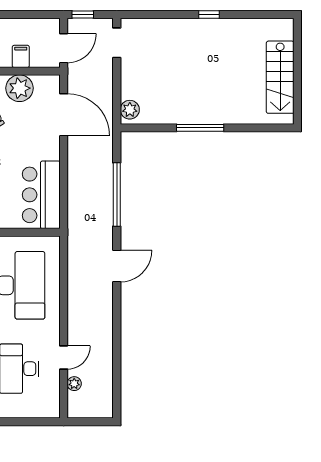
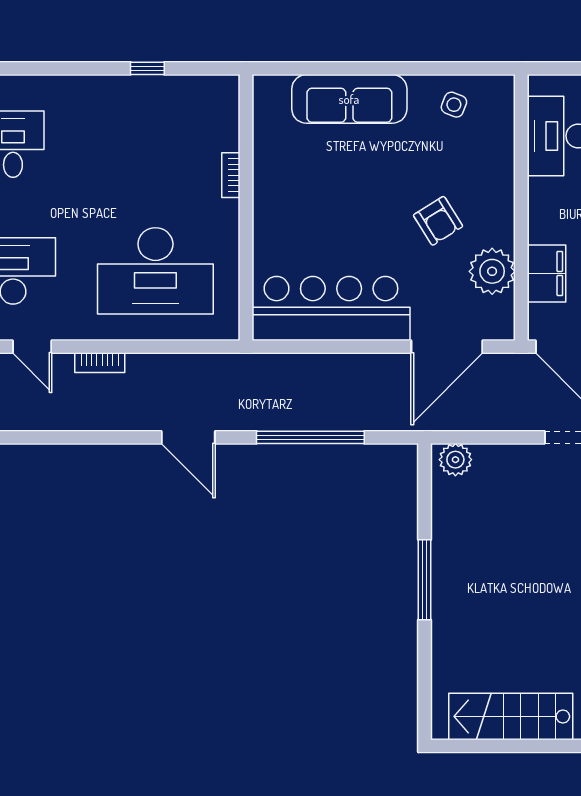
filing cabinet: (21, 56) -> (546, 273), width x2.00
bar counter: (41, 195) -> (331, 308), width x1.36
bookcase: (73, 318) -> (100, 363), added

